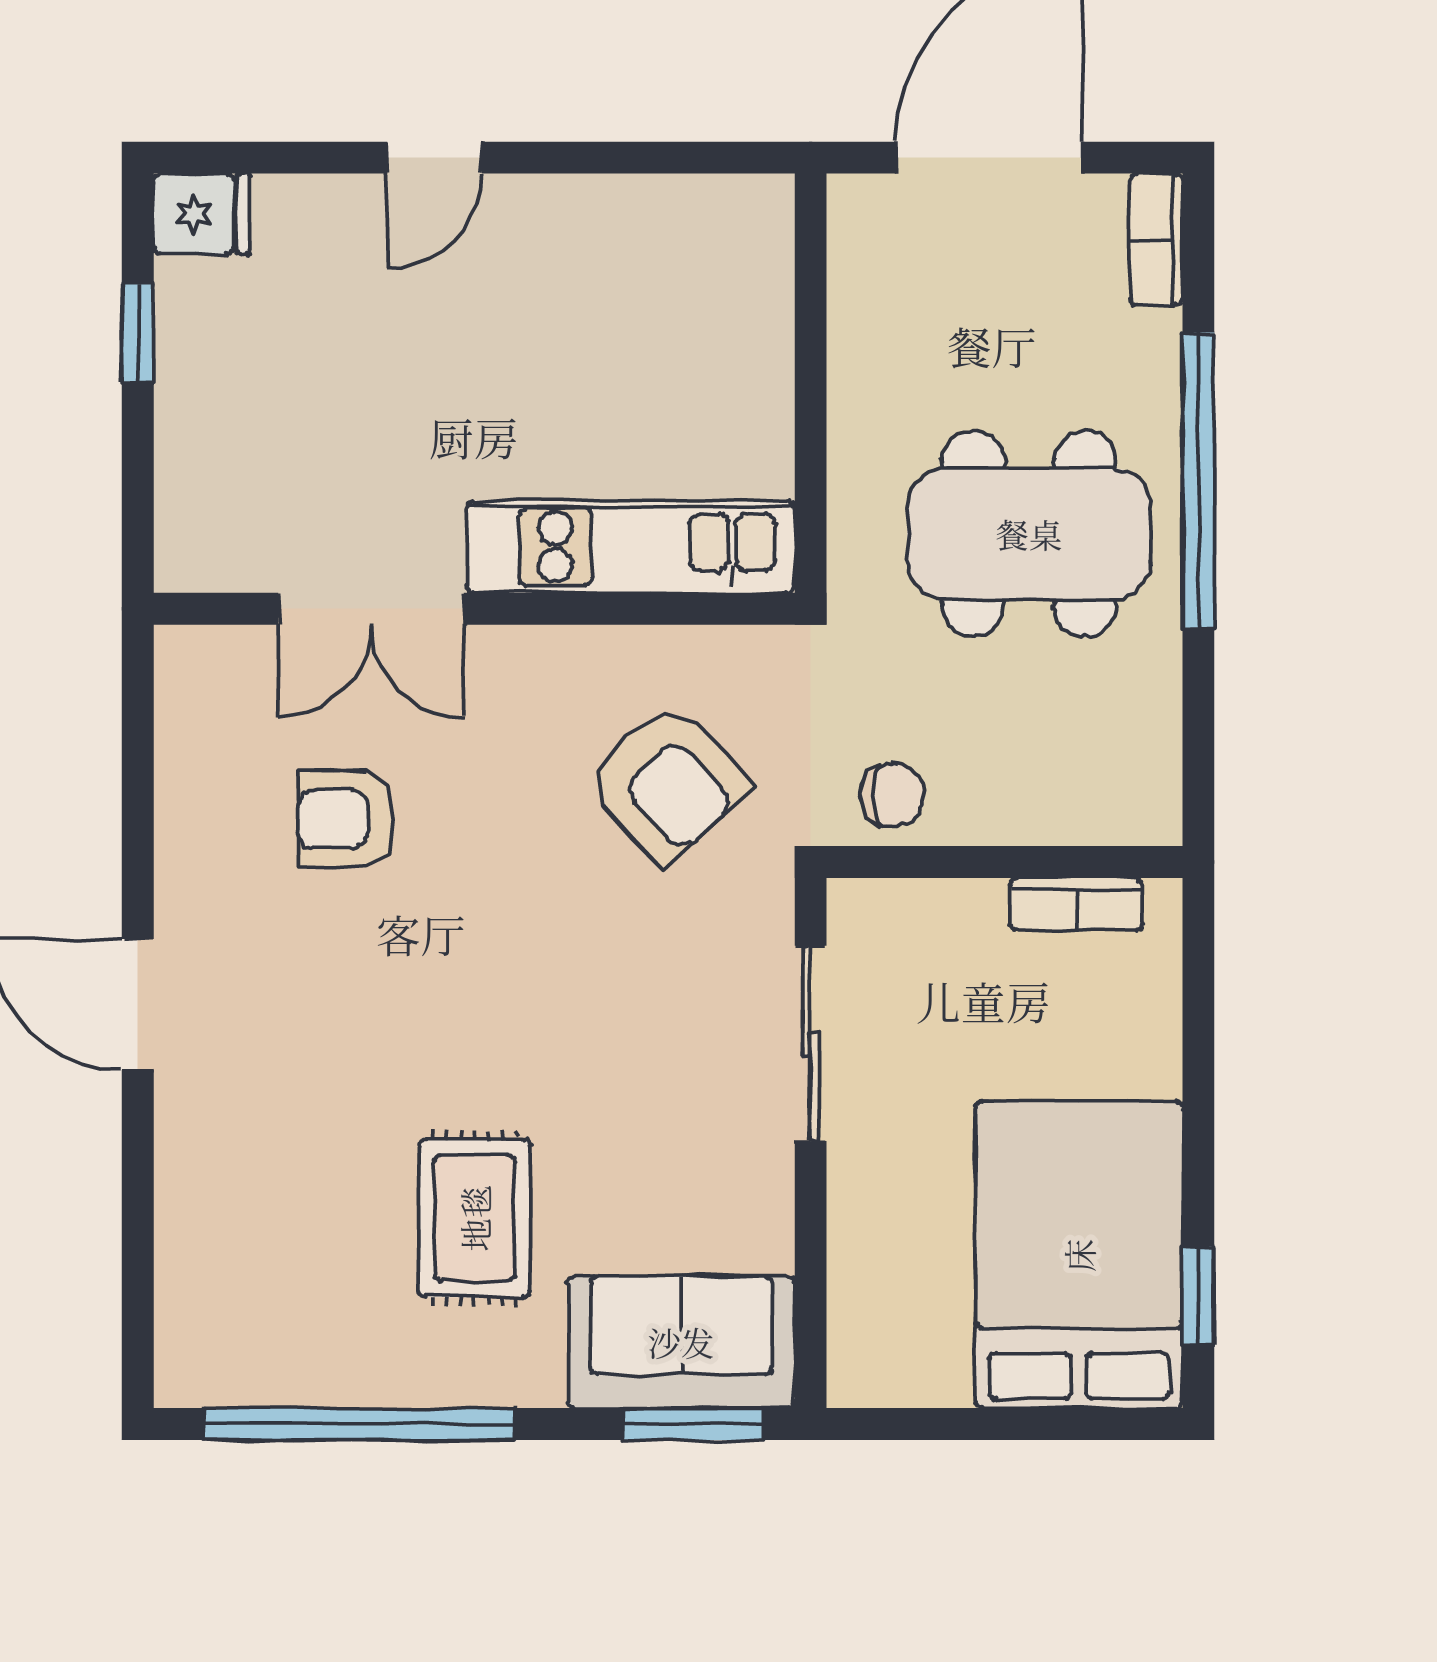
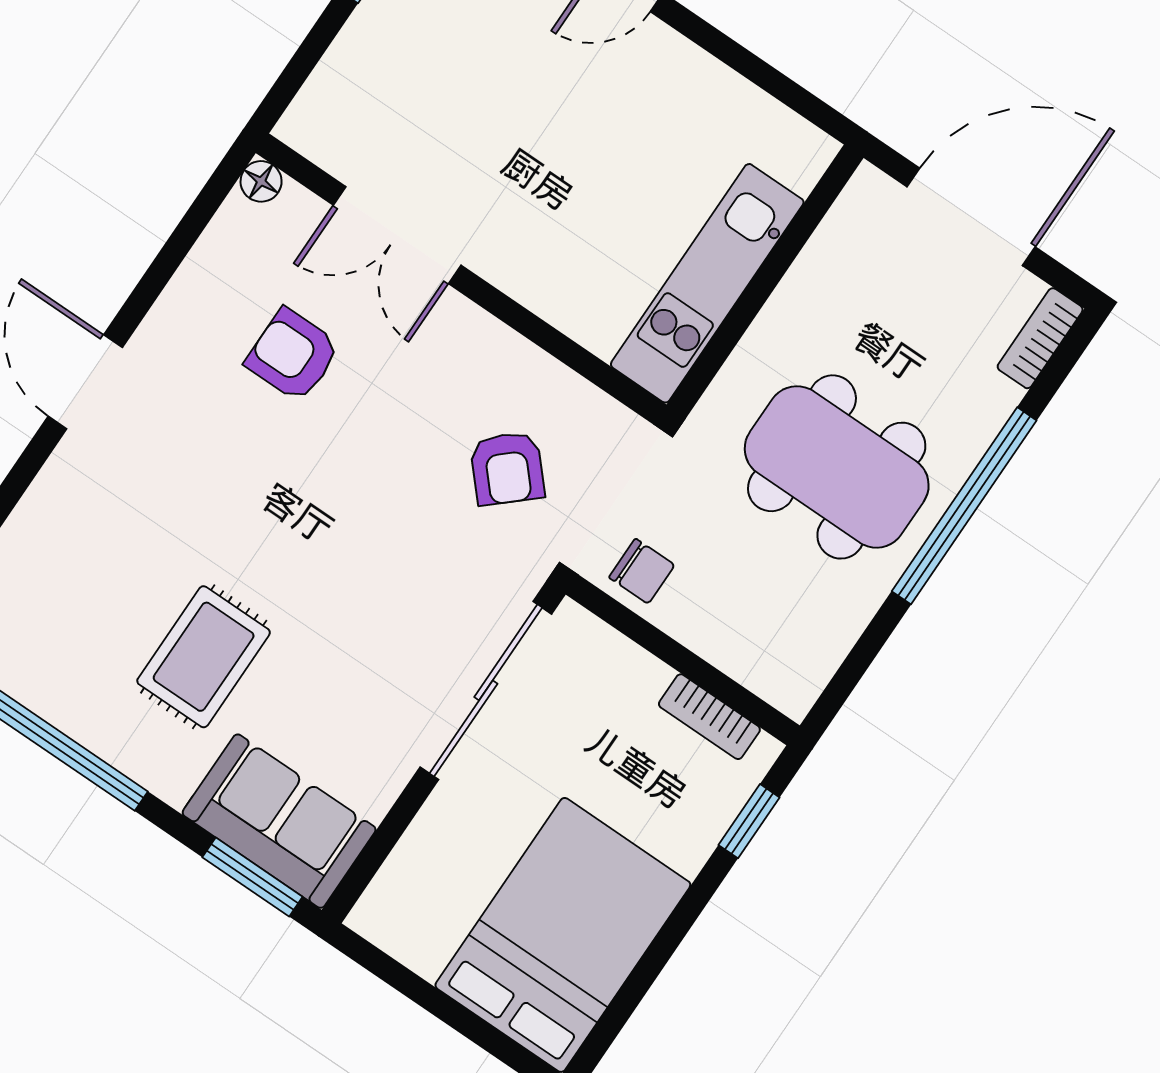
kitchen unit: (631, 547) -> (707, 283), moved, turned -90
floor lamp: (181, 652) -> (261, 181), added
armchair: (667, 783) -> (507, 468), width x0.72, depth x0.72
sliding door: (811, 1043) -> (486, 690), width x1.37
window: (1198, 1296) -> (749, 821), moved

